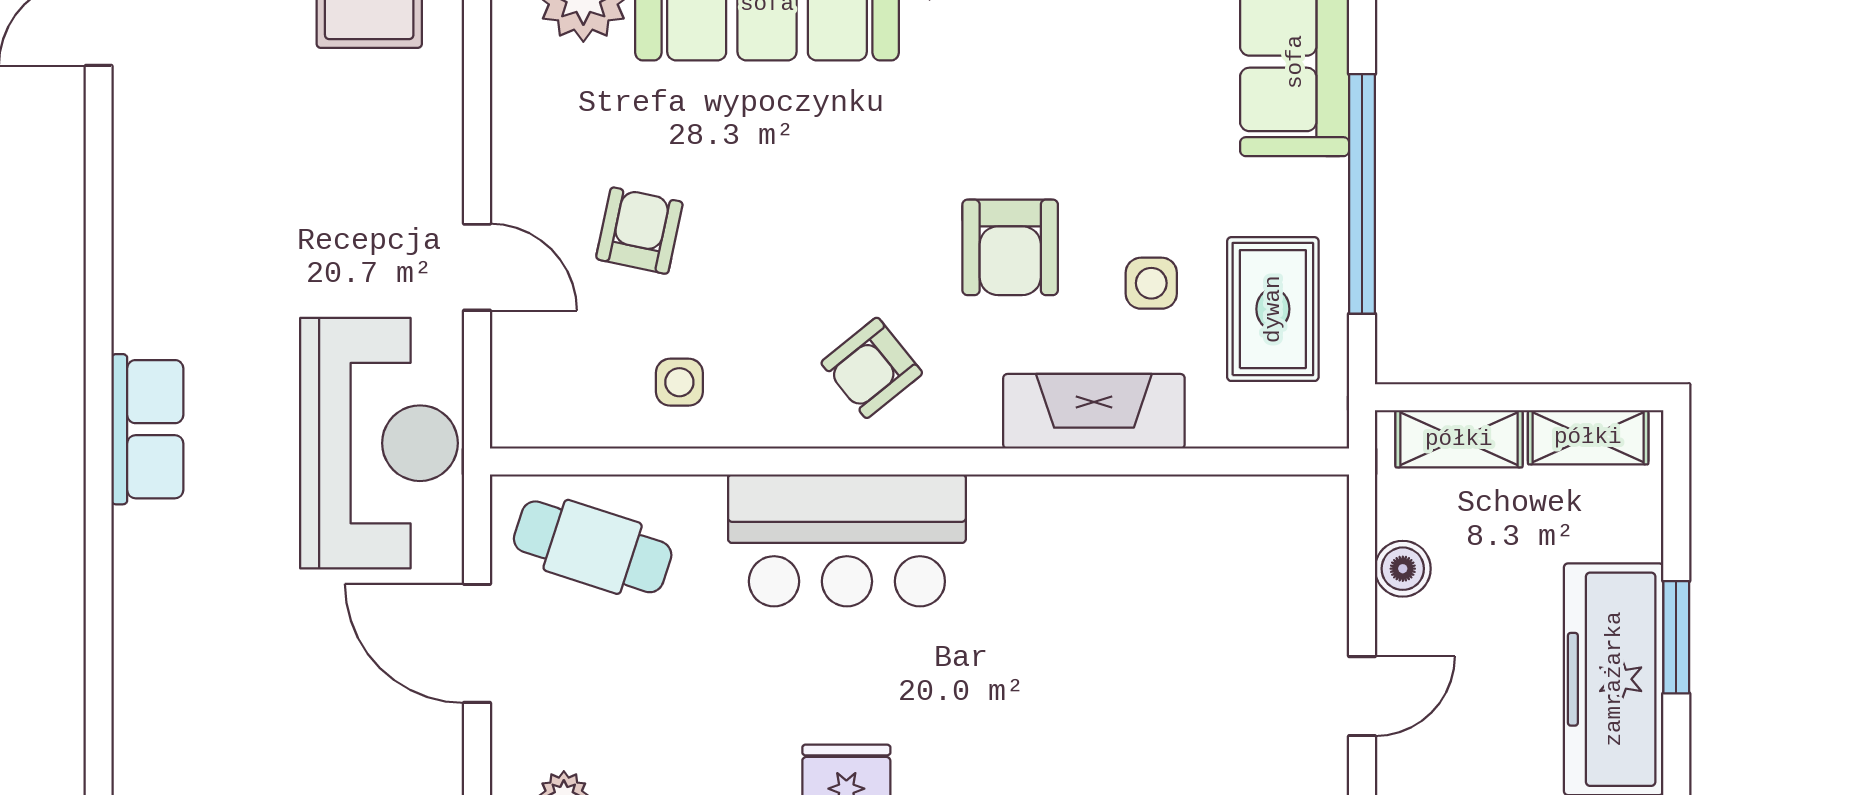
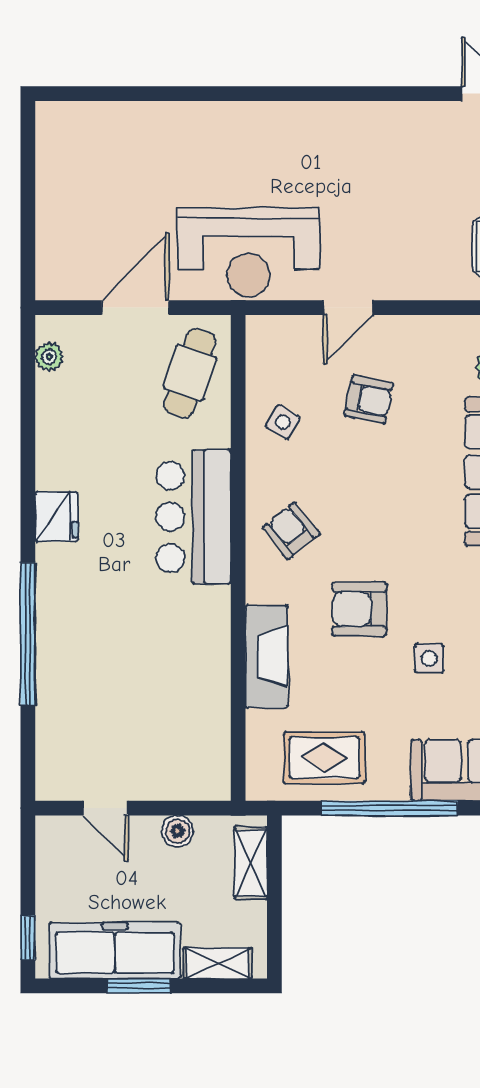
side table: (1151, 283) -> (429, 658), moved
side table: (679, 382) -> (283, 422), turned 30
row of seats: (147, 429) -> (256, 121), removed
shelving: (1588, 437) -> (218, 963), moved, turned 90

